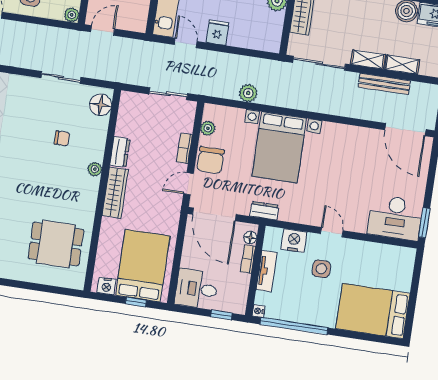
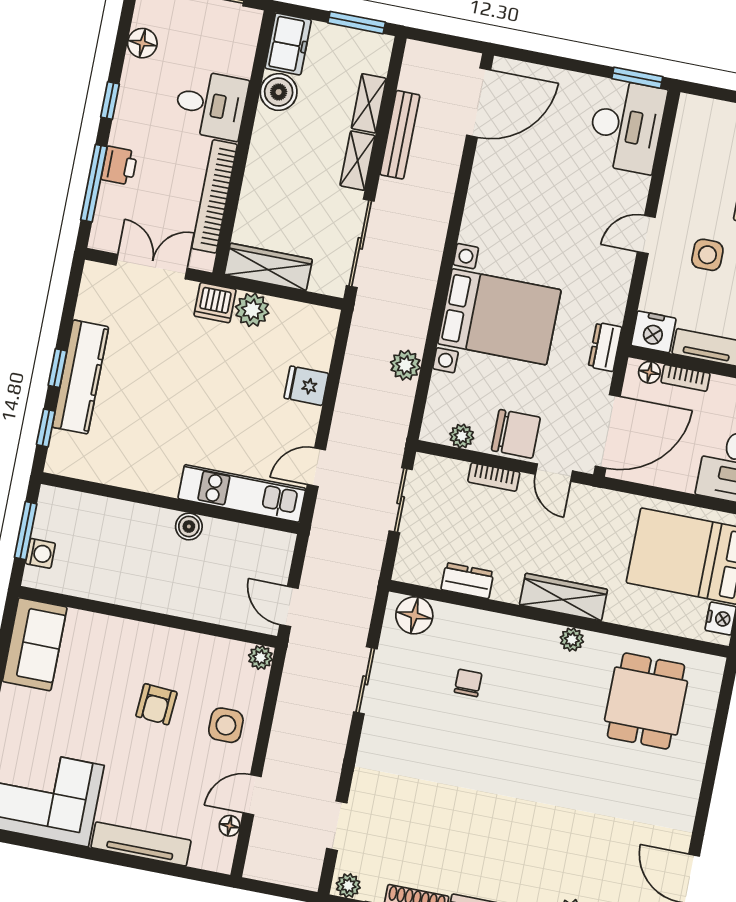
fridge: (217, 33) -> (306, 386), moved
dresser: (120, 152) -> (467, 581), moved
plant: (95, 169) -> (572, 640), moved
nightstand: (294, 241) -> (653, 332), moved, turned -90

